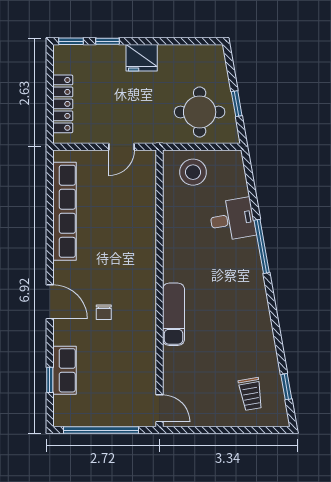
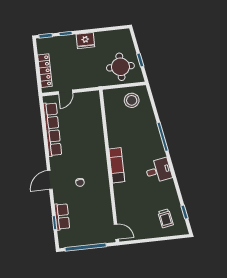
door: (121, 147) -> (65, 92), moved
stool: (193, 172) -> (132, 100), moved
desk: (232, 219) -> (159, 170), moved
door: (50, 302) -> (50, 180), swing flipped
exam couch: (174, 314) -> (117, 165), moved

